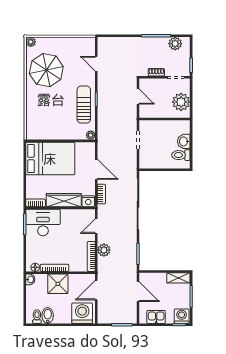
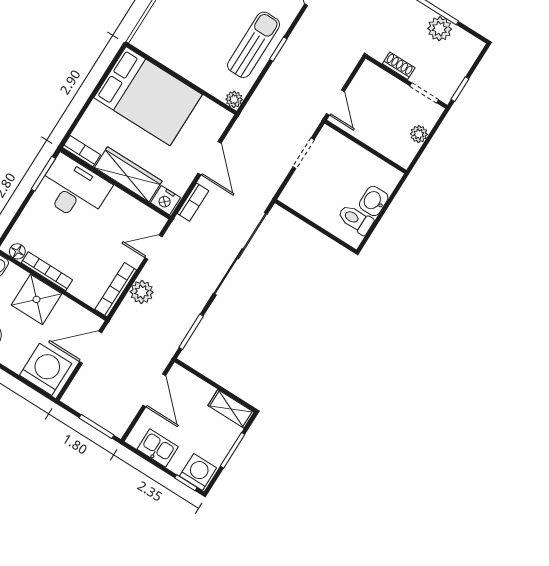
plant: (175, 44) -> (440, 29), moved
door: (138, 97) -> (335, 103), moved
plant: (181, 102) -> (419, 134), width x0.53, depth x0.53

